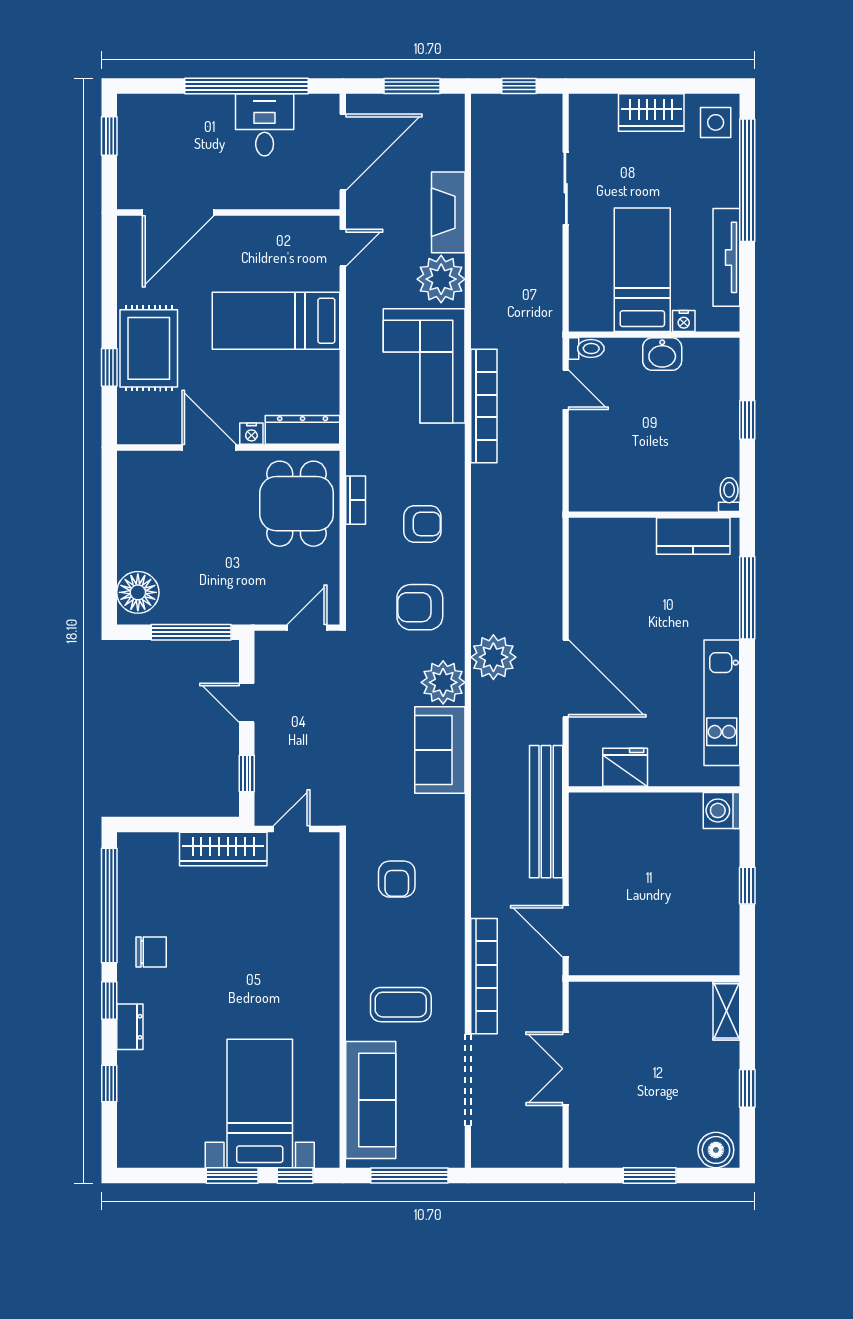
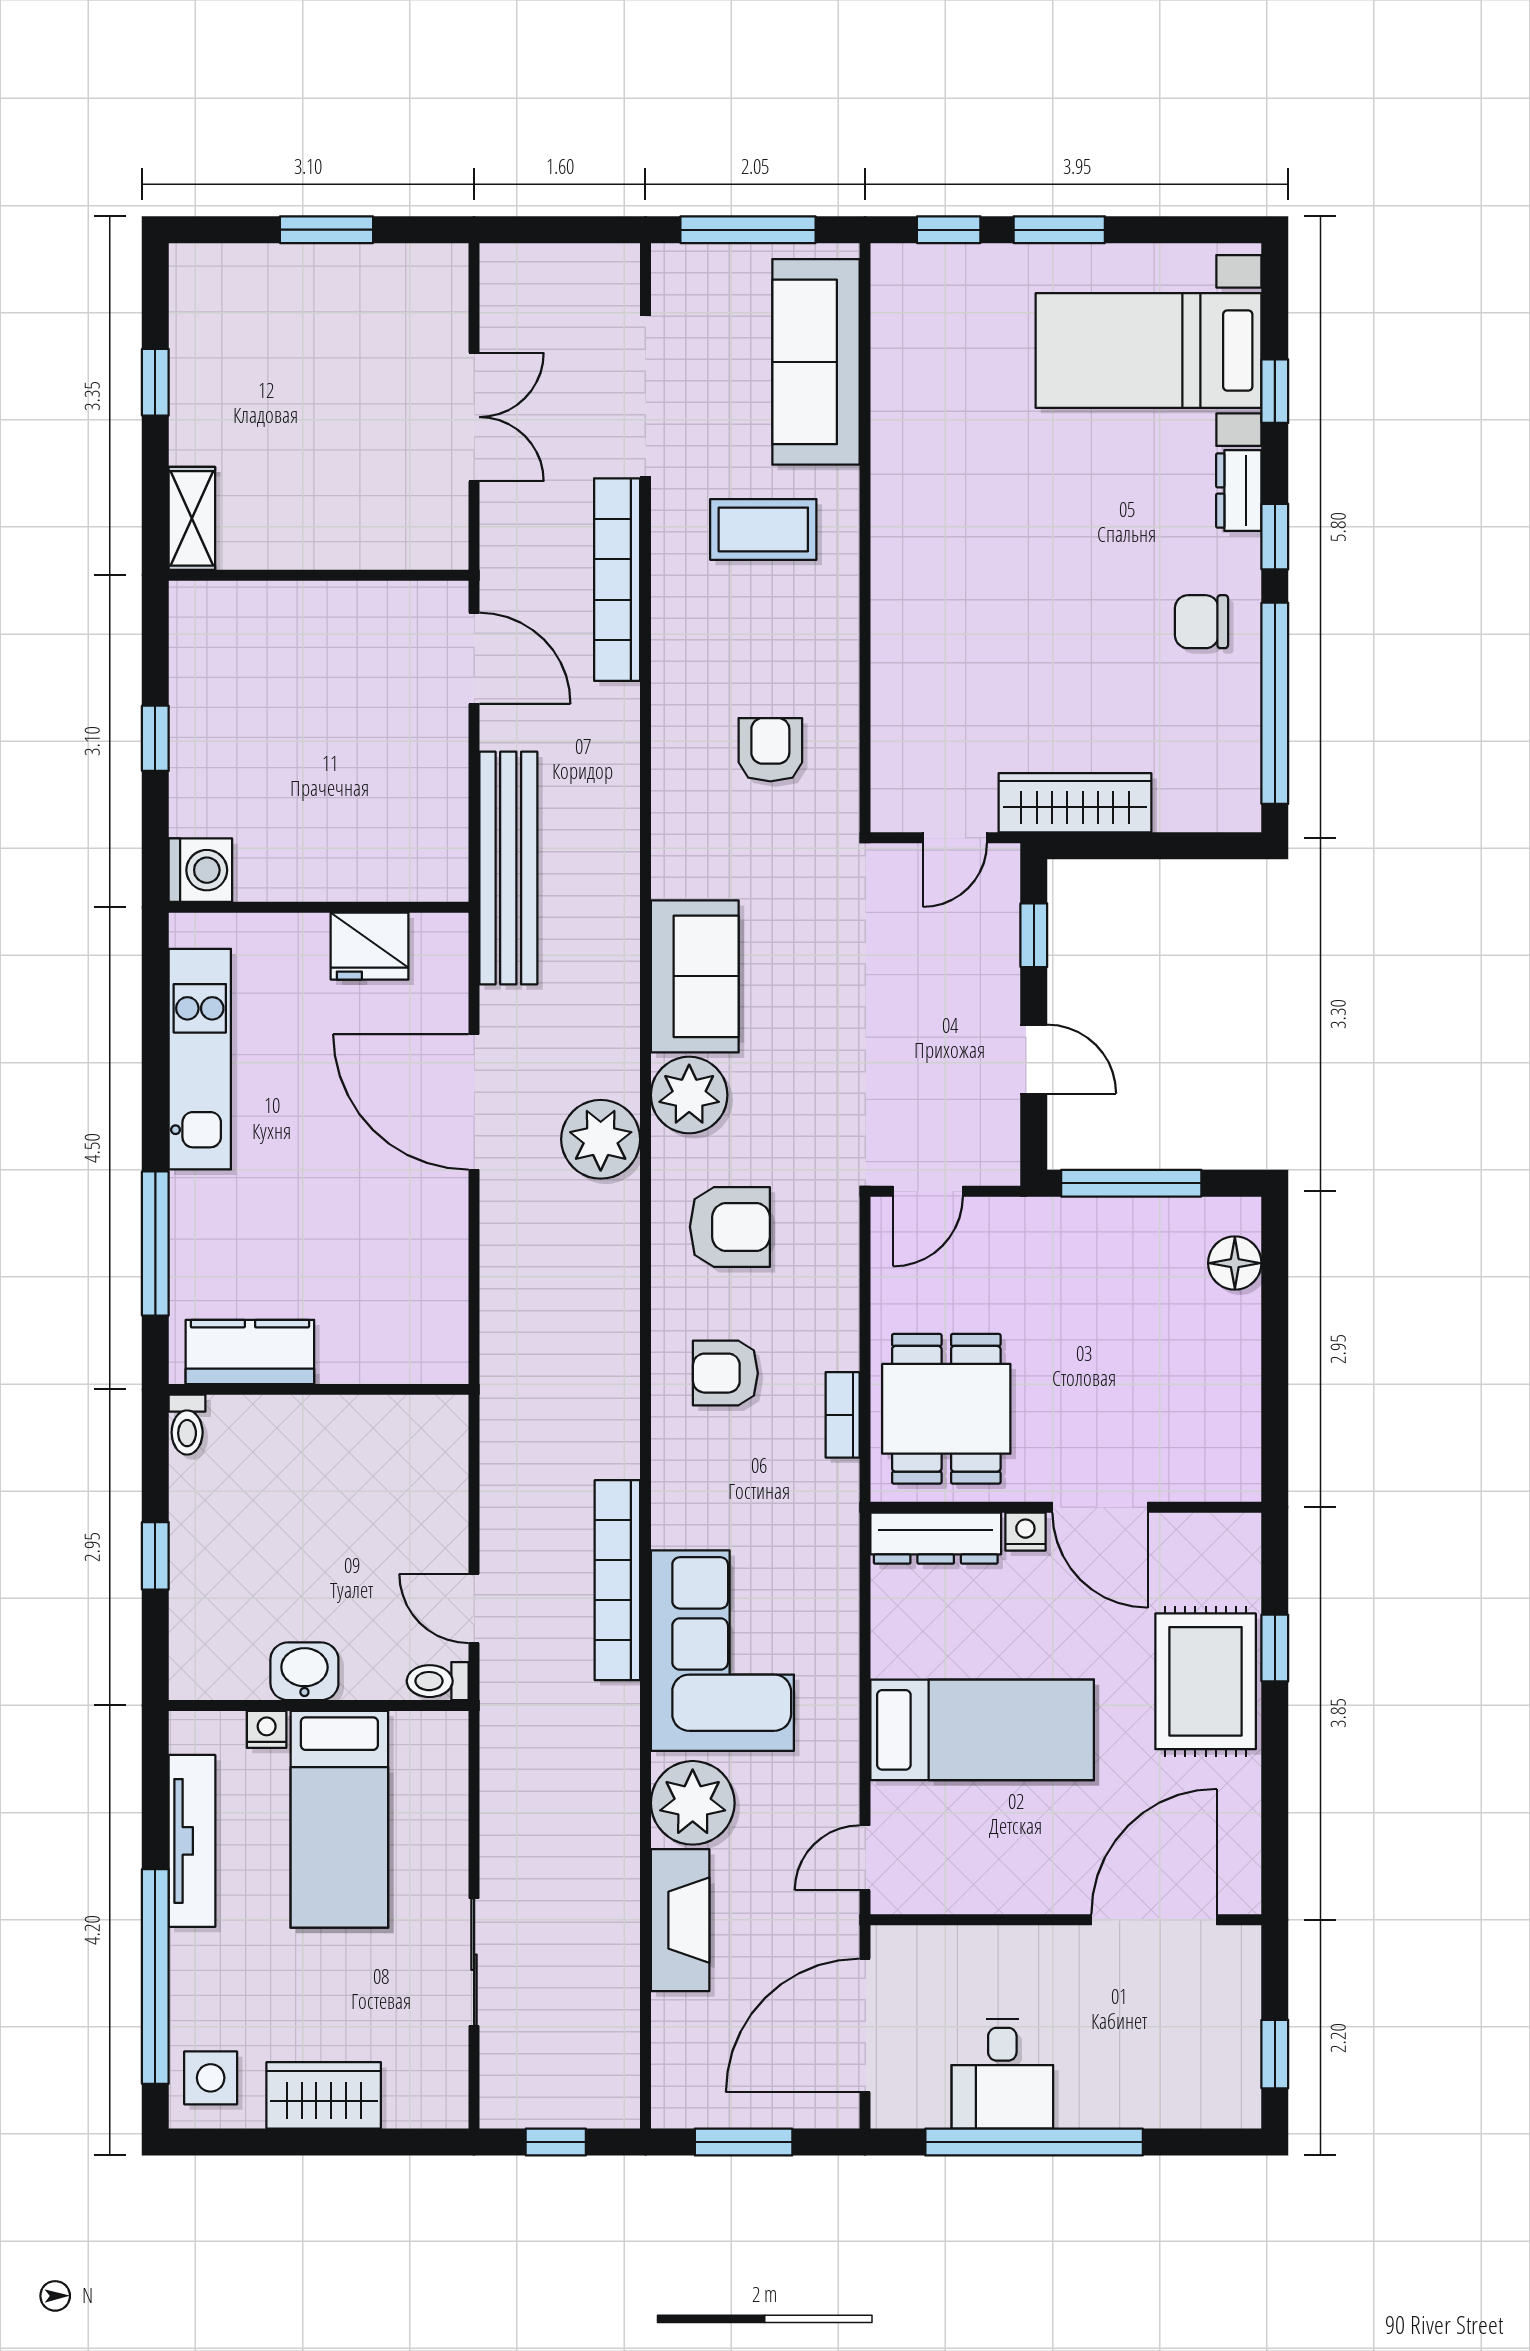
floor lamp: (138, 592) -> (1235, 1263), width x0.73, depth x0.73
bed with nightstands: (260, 1103) -> (1149, 351), moved, turned 90
boiler: (716, 1150) -> (210, 274), removed

